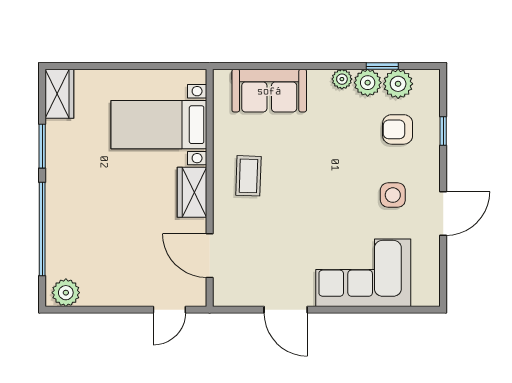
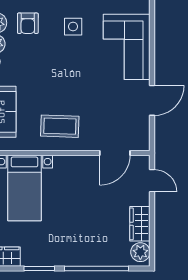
coffee table: (248, 176) -> (60, 126), width x1.36, depth x1.30
wardrobe: (192, 192) -> (140, 224), moved, turned 90

